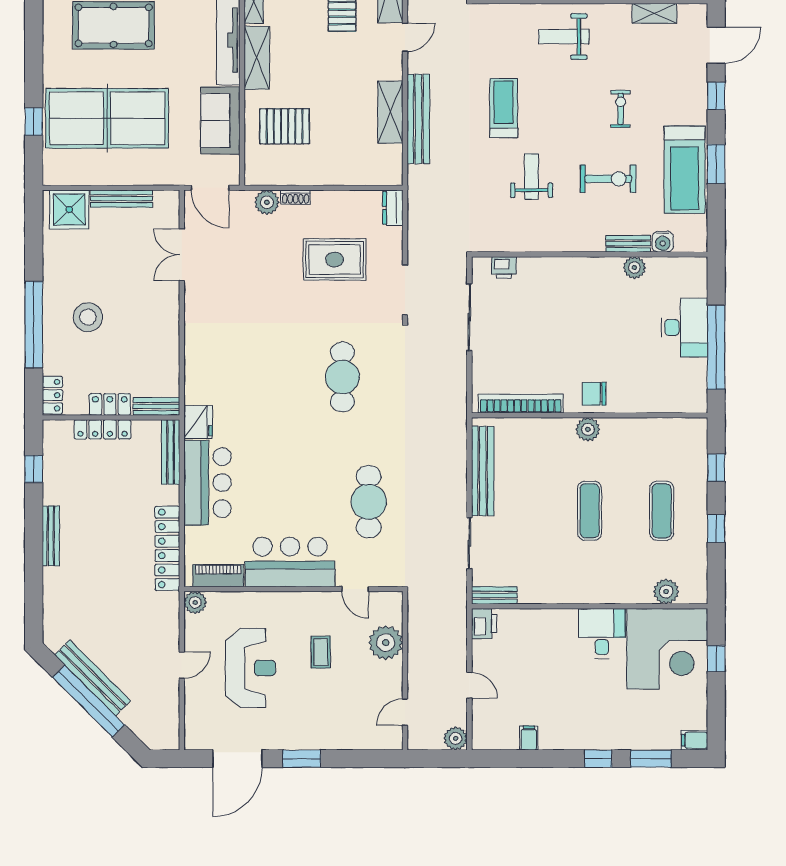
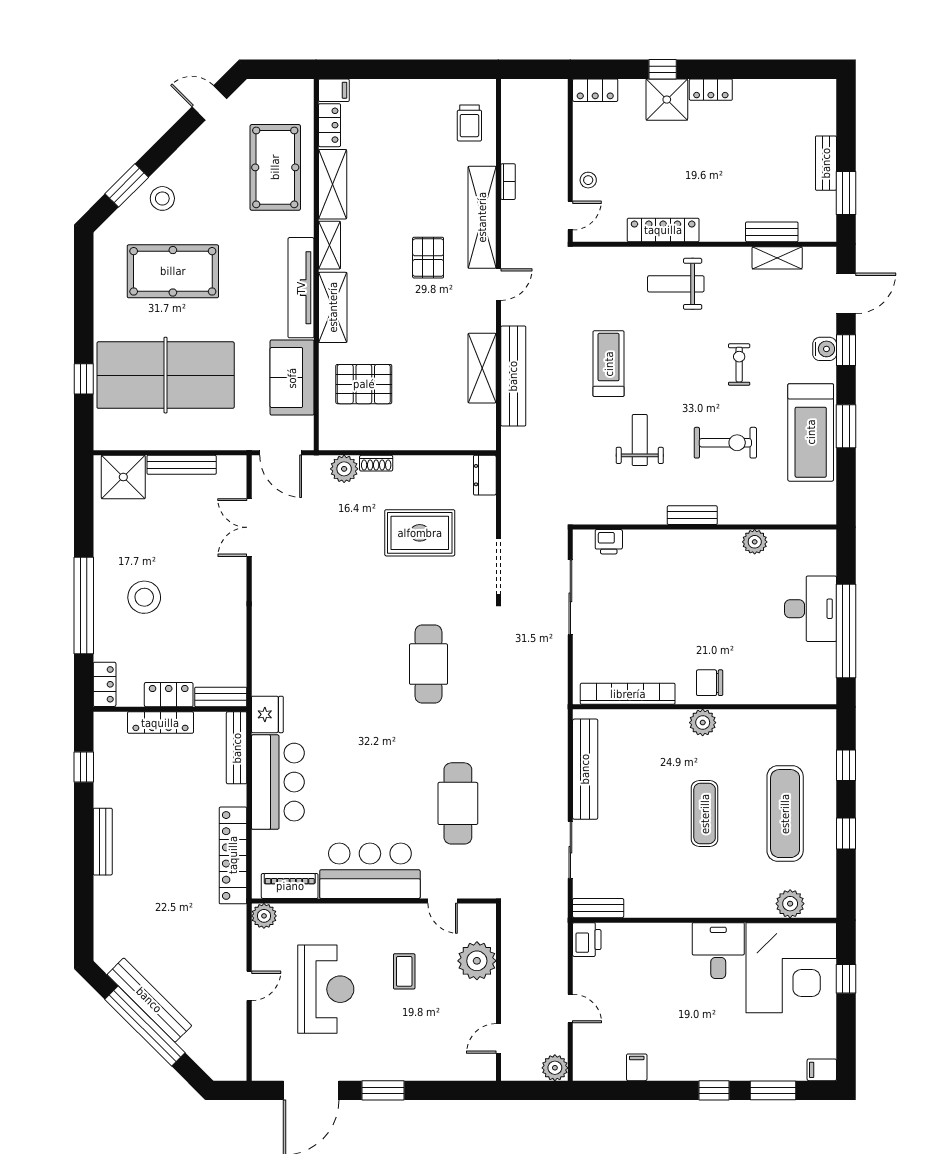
water cooler: (663, 242) -> (825, 349), moved, turned -90
bench: (628, 244) -> (692, 515), moved
exercise mat: (662, 511) -> (785, 814), width x1.36, depth x1.45

